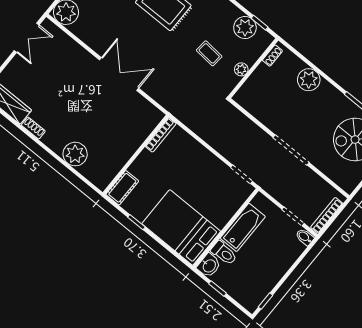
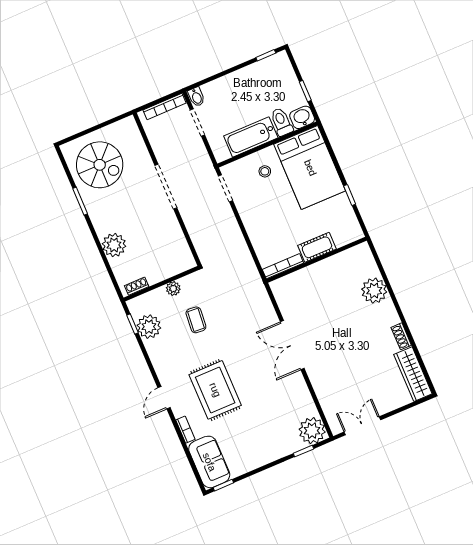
cot: (122, 188) -> (317, 247), moved
stool: (216, 205) -> (265, 171), added

